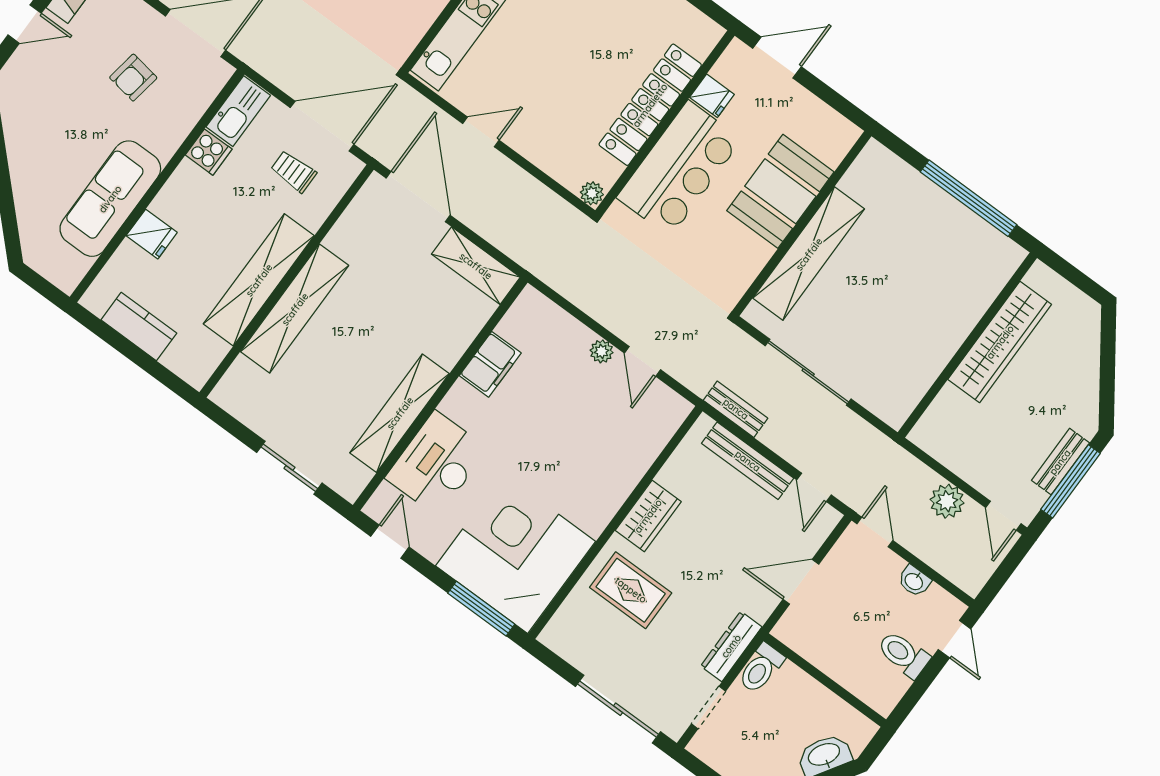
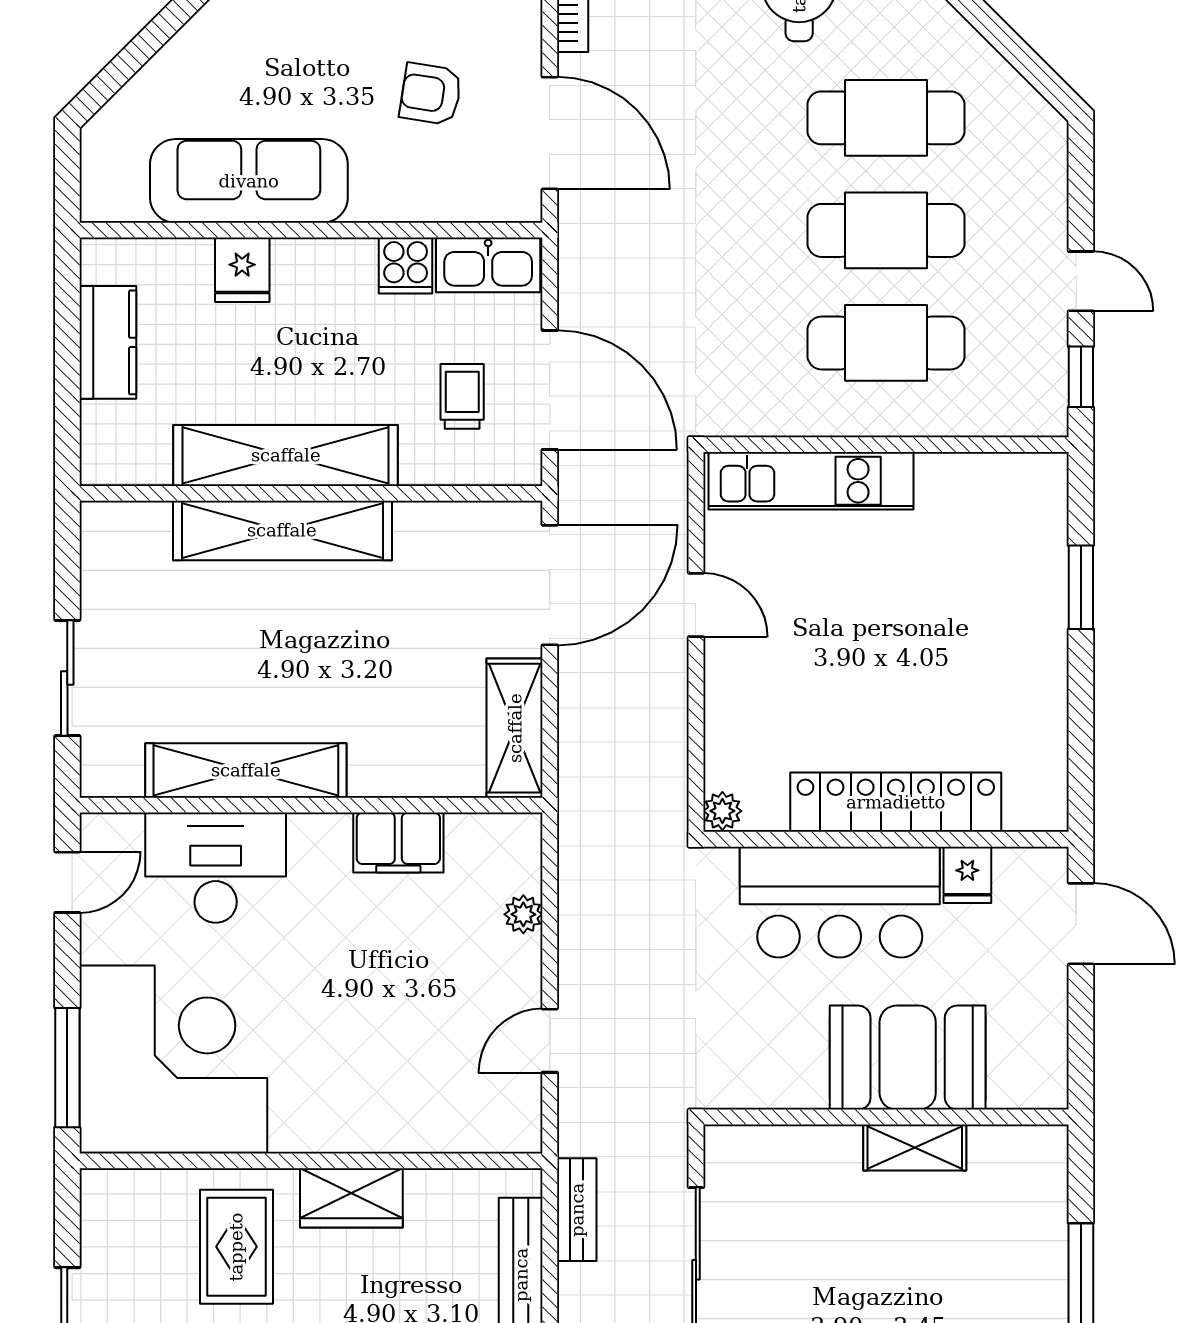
shelving: (809, 254) -> (915, 1147), width x0.45, depth x0.75
plant: (602, 351) -> (523, 914), moved

